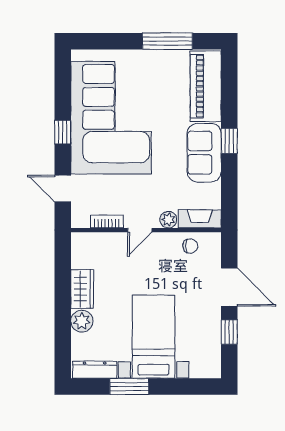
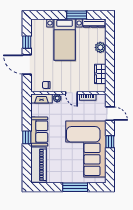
window: (167, 41) -> (75, 187), moved
door: (140, 230) -> (71, 93), swing flipped
wardrobe: (82, 289) -> (100, 74), moved

